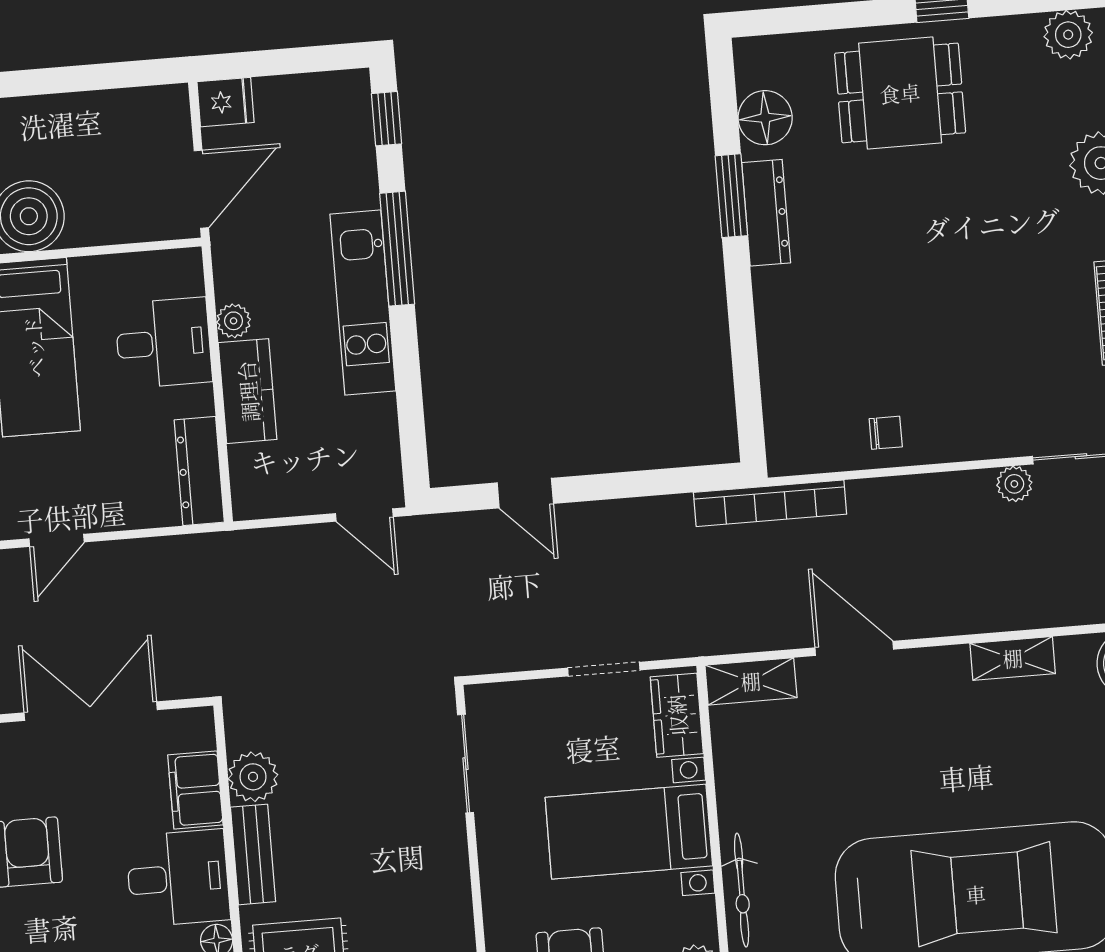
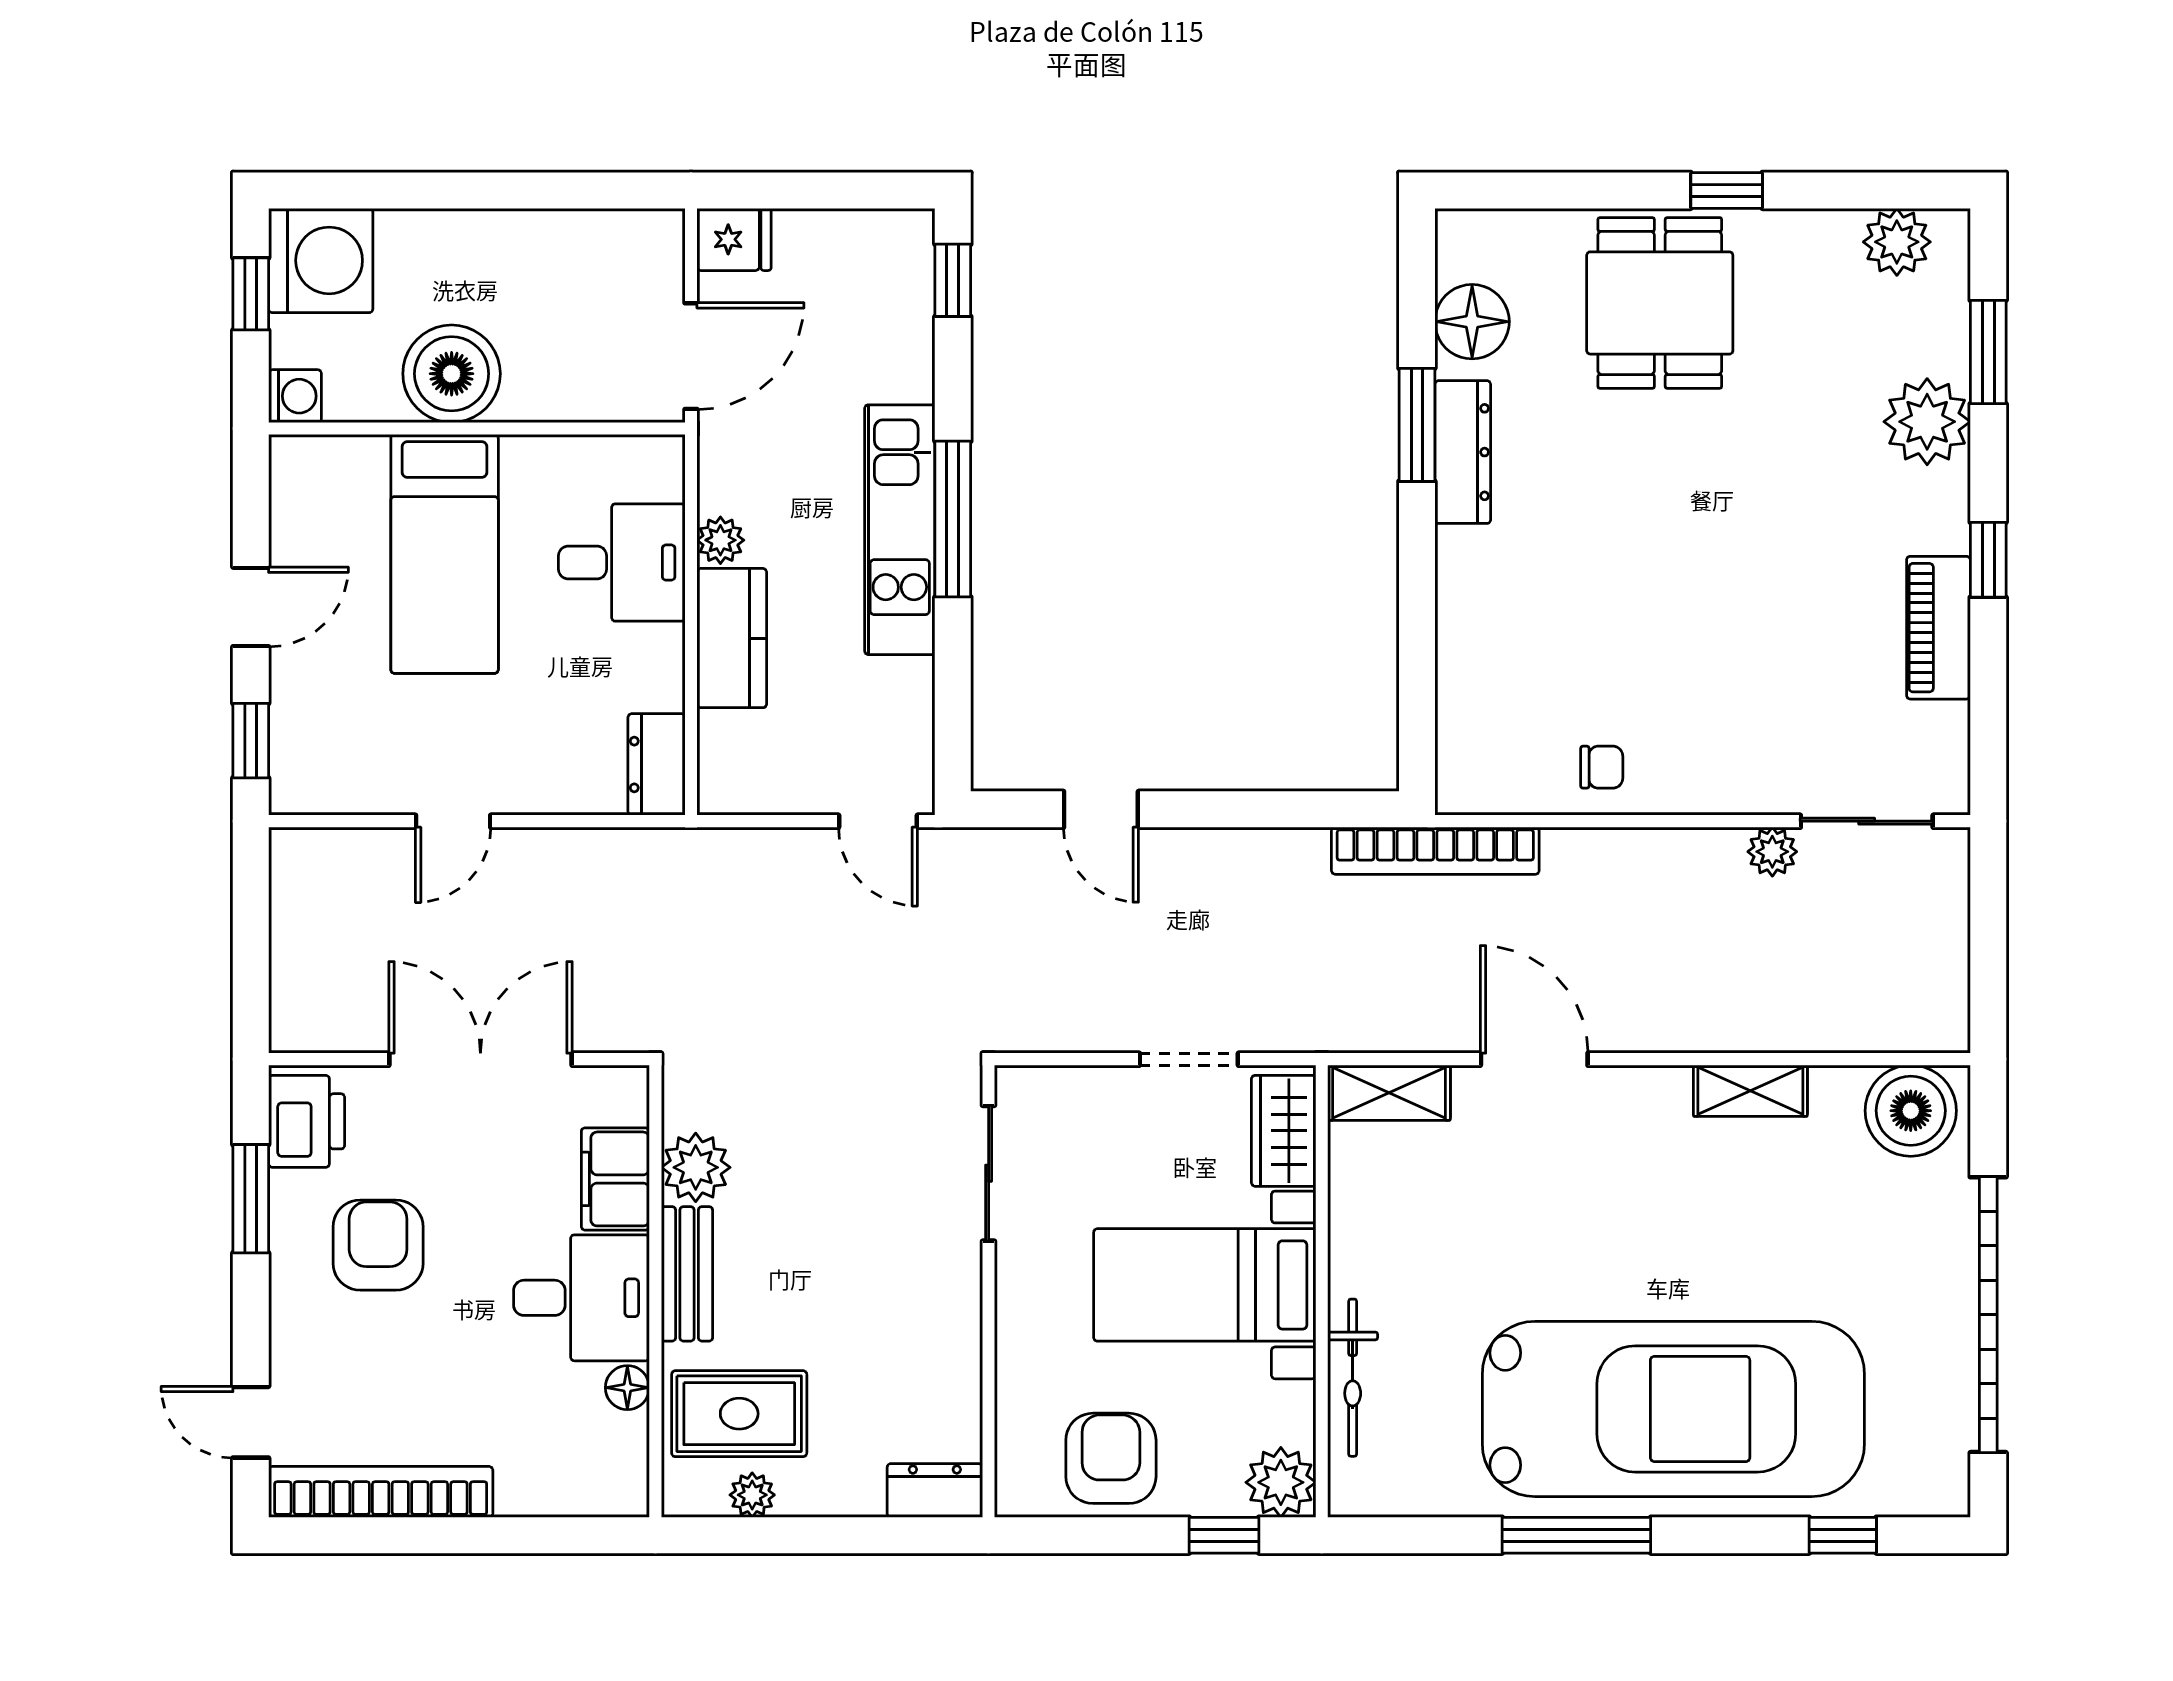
dining table: (900, 93) -> (1660, 303), turned 90
window: (397, 249) -> (953, 519), moved
dresser: (199, 471) -> (657, 764), width x0.70

